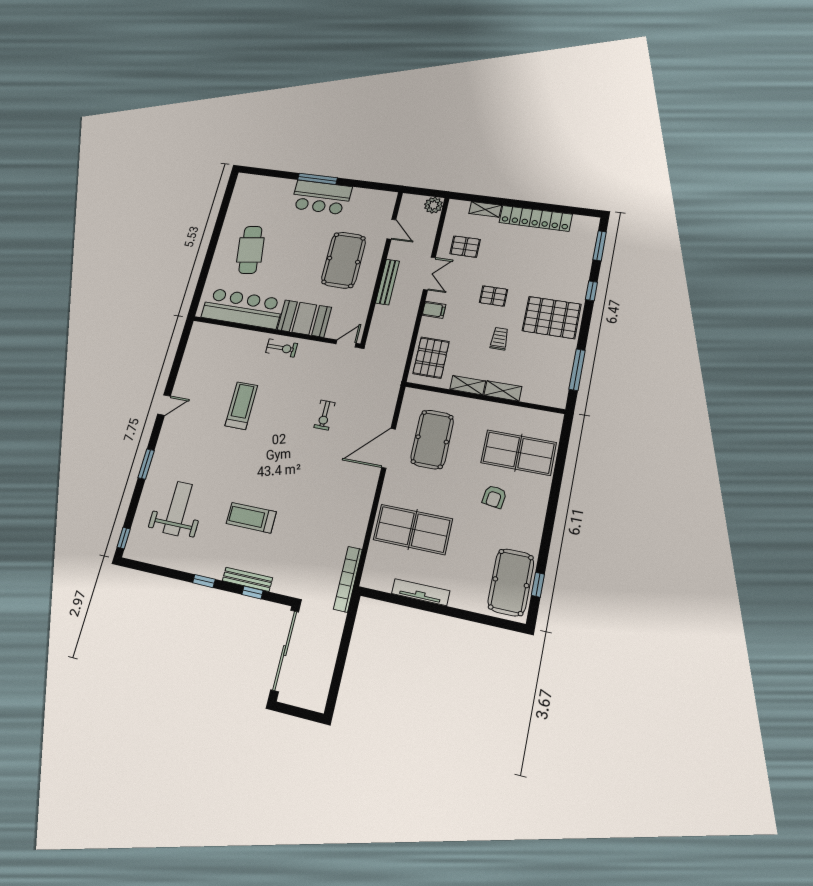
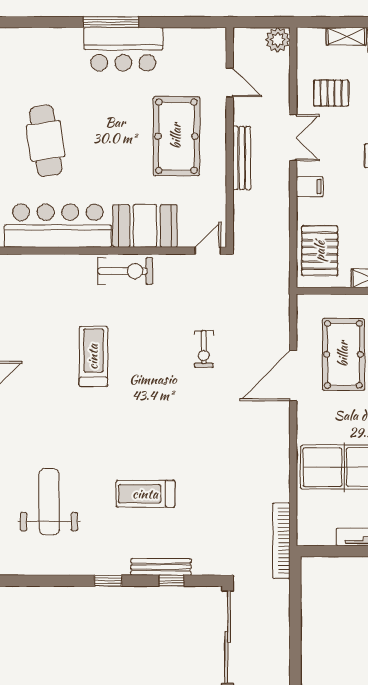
exercise bike: (282, 348) -> (125, 271), width x1.38, depth x1.39

